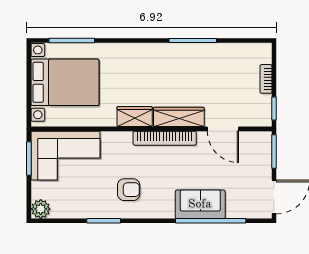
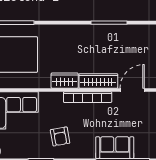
door: (223, 129) -> (132, 90), swing flipped
armchair: (129, 190) -> (60, 136), turned 80

